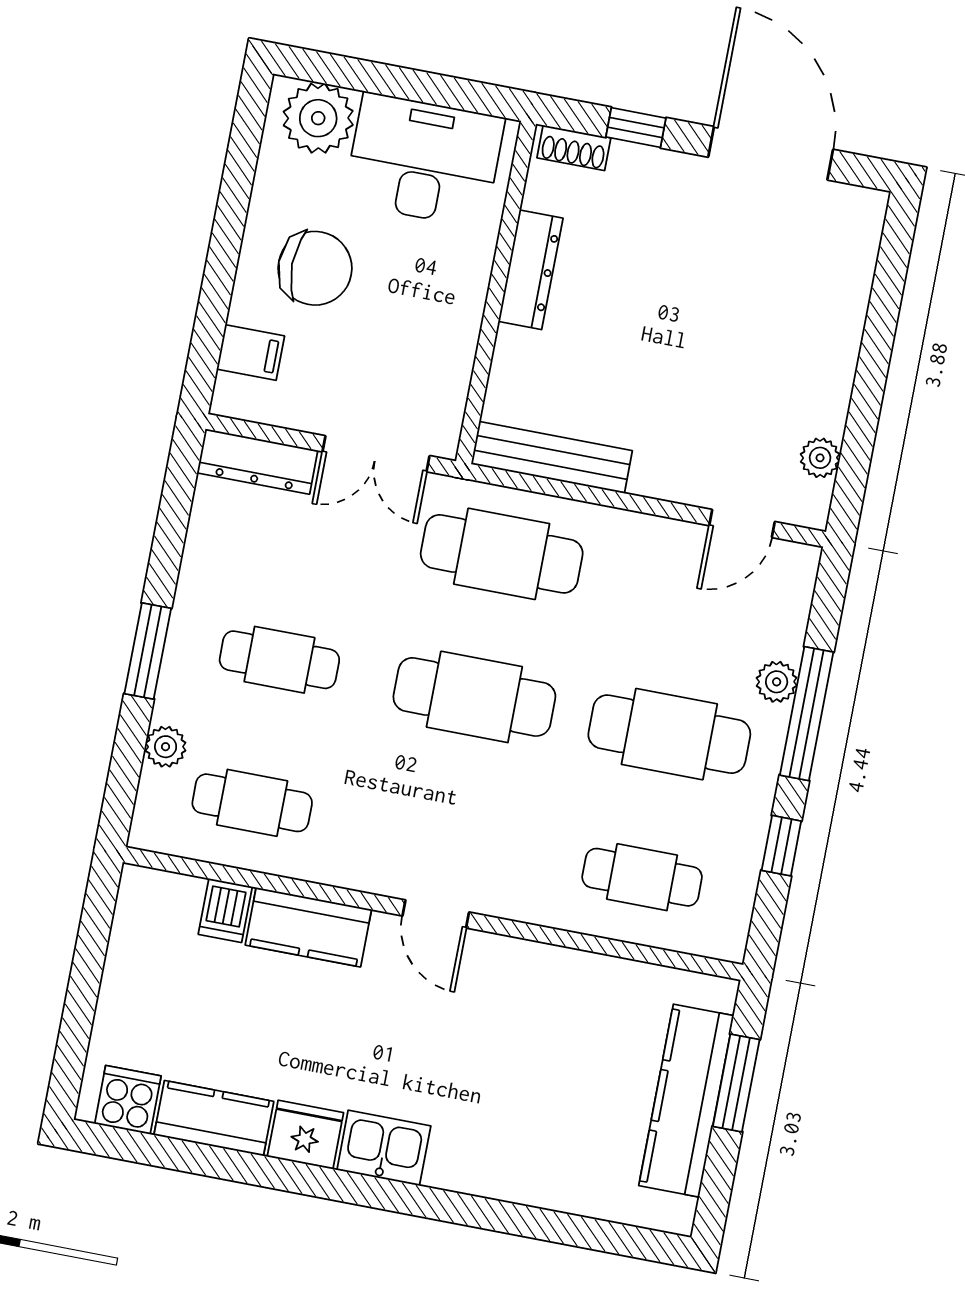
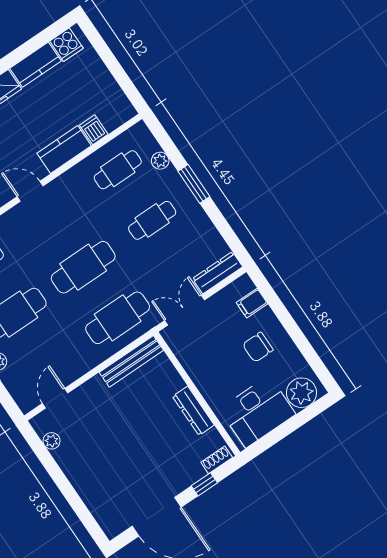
chair: (315, 268) -> (258, 347), width x0.73, depth x0.73

